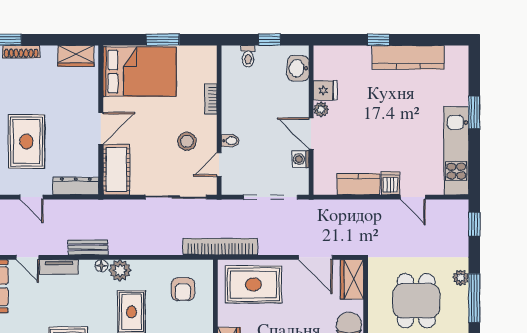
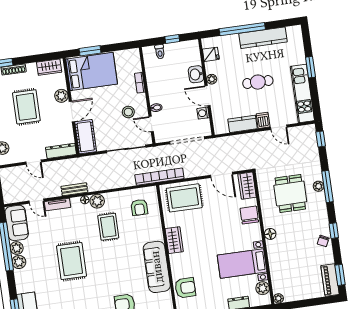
window: (163, 40) -> (90, 51), moved
window: (379, 40) -> (242, 29), width x3.17
washbasin: (298, 68) -> (196, 74), moved
fridge: (325, 90) -> (211, 54), moved
plant: (88, 102) -> (61, 96), added
cafe table: (391, 124) -> (258, 82), added
rug: (26, 142) -> (26, 107), moved
door: (219, 165) -> (151, 124), hinge flipped
plant: (461, 278) -> (318, 186), moved

